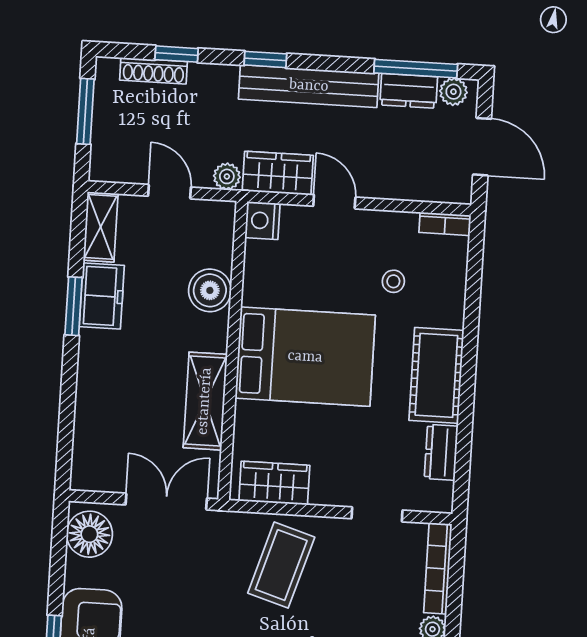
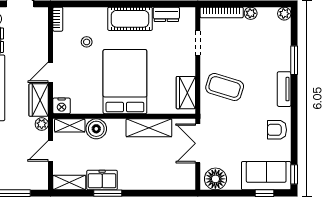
shelving: (220, 235) -> (70, 125), added

